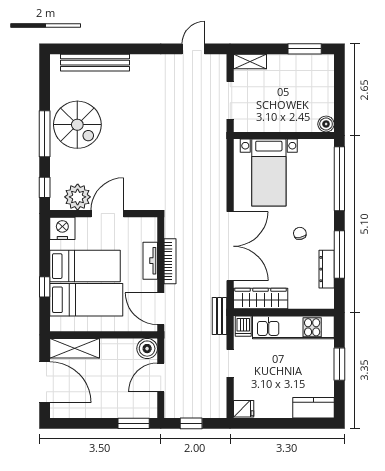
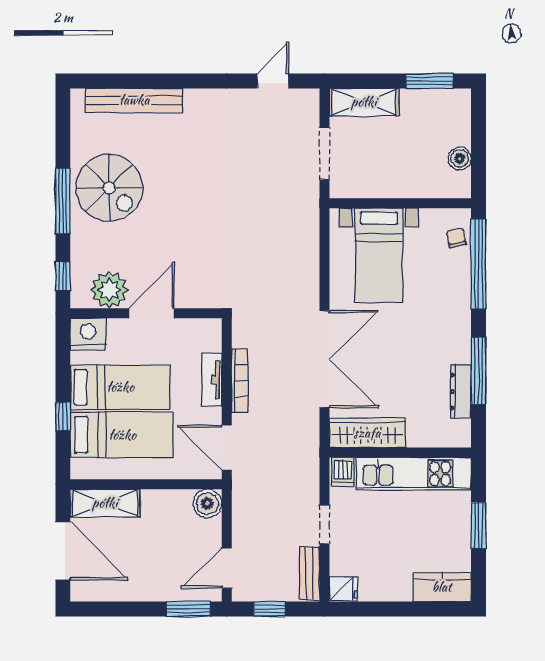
shelving: (250, 61) -> (364, 102), width x1.50, depth x1.33
boiler: (326, 124) -> (460, 158), moved
chair: (300, 233) -> (456, 238), moved
bench: (220, 316) -> (310, 573), moved
door: (161, 377) -> (227, 568), moved

